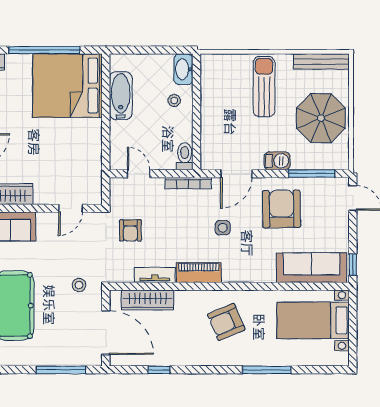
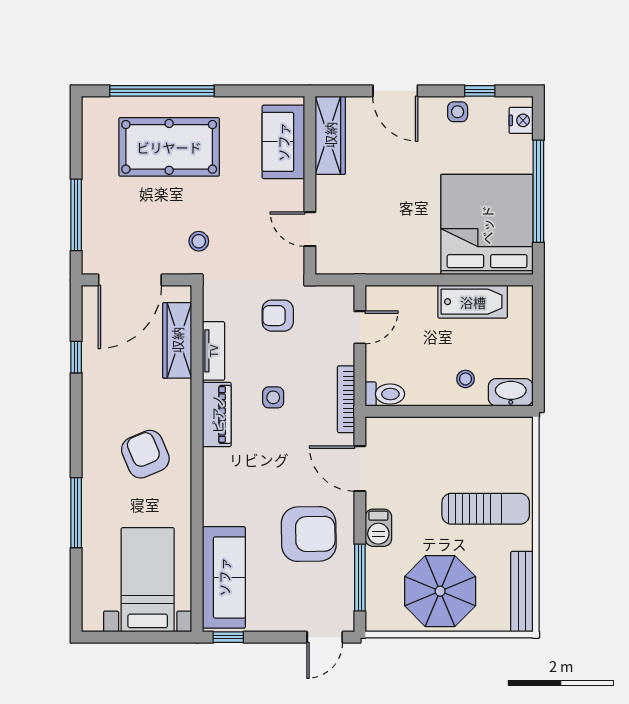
side table: (223, 228) -> (273, 397), moved

